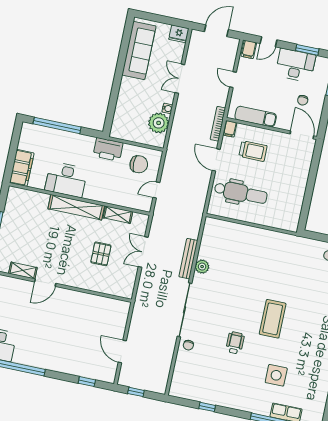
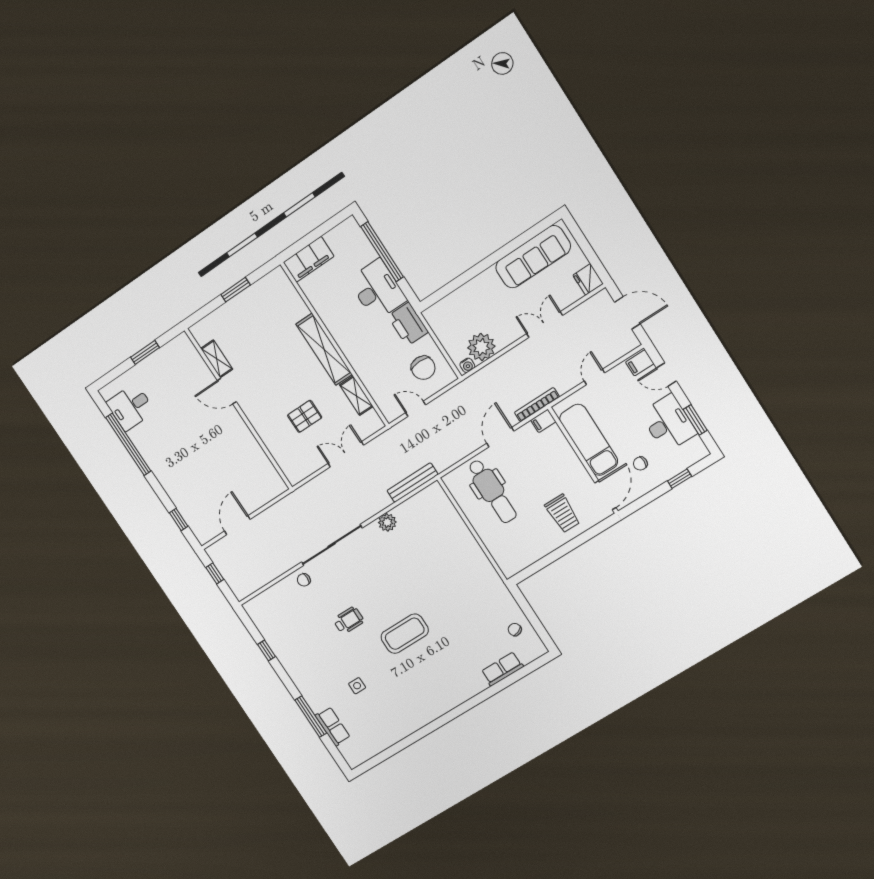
water cooler: (167, 108) -> (467, 365), moved
exam couch: (256, 117) -> (589, 440), width x1.36, depth x1.45
trolley: (253, 151) -> (563, 513), moved
desk: (66, 180) -> (377, 290), moved, turned 180
bench: (188, 259) -> (413, 483), moved
side table: (276, 375) -> (357, 686), width x0.54, depth x0.54

